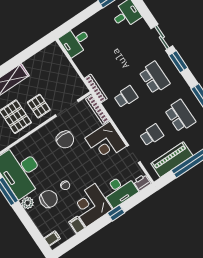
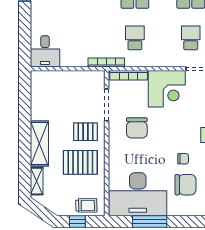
chair: (65, 140) -> (137, 128), turned 90
chair: (49, 199) -> (185, 185), turned 90
plant: (28, 203) -> (175, 208), removed

